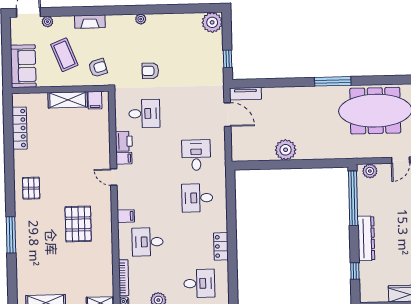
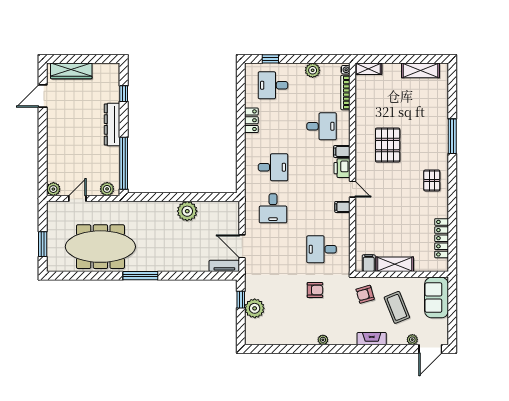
plant: (212, 22) -> (255, 308), moved
printer: (124, 141) -> (342, 168), moved

